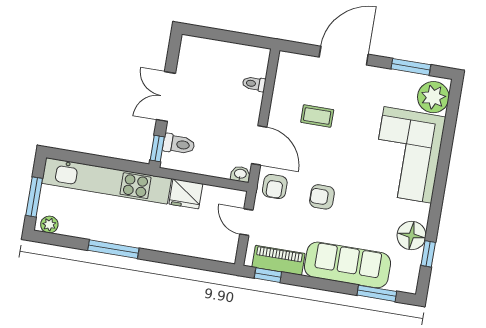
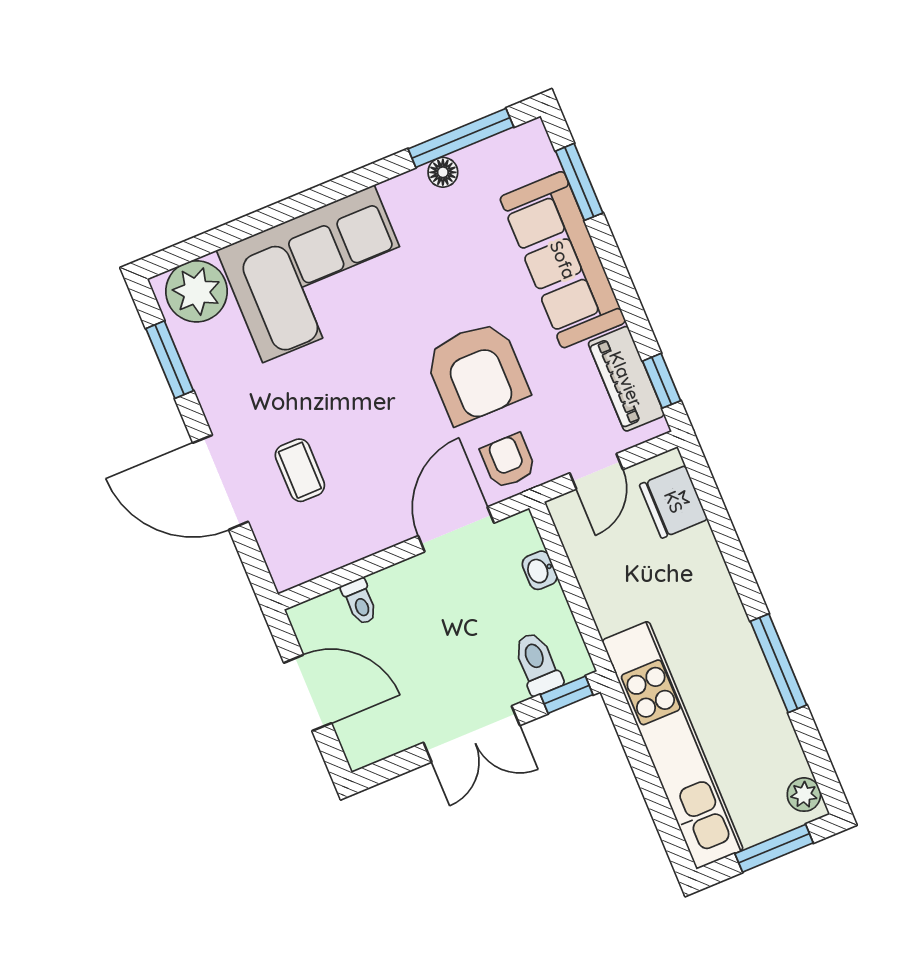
door: (228, 36) -> (308, 693), added
coffee table: (317, 116) -> (300, 470), moved
washbasin: (240, 174) -> (540, 570), moved
armchair: (275, 187) -> (508, 461), turned -90
fridge: (186, 194) -> (674, 502), moved, turned 180
armchair: (322, 197) -> (476, 372), width x1.88, depth x1.88
floor lamp: (411, 236) -> (443, 172), width x0.53, depth x0.53
window: (428, 254) -> (461, 138), width x2.17

